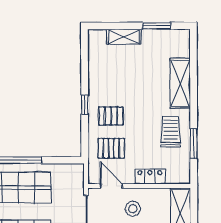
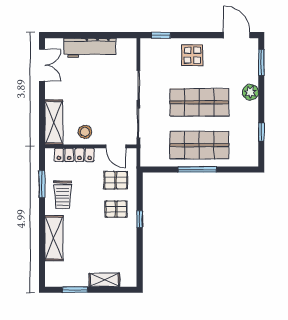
locker: (150, 176) -> (74, 155), width x1.53
stool: (133, 209) -> (85, 132), moved

